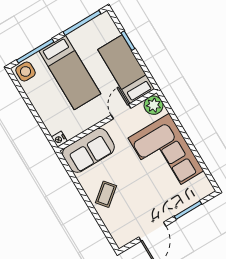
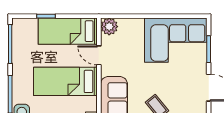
bed: (70, 72) -> (65, 81), moved, turned 180
corner sofa: (166, 154) -> (176, 40), moved

